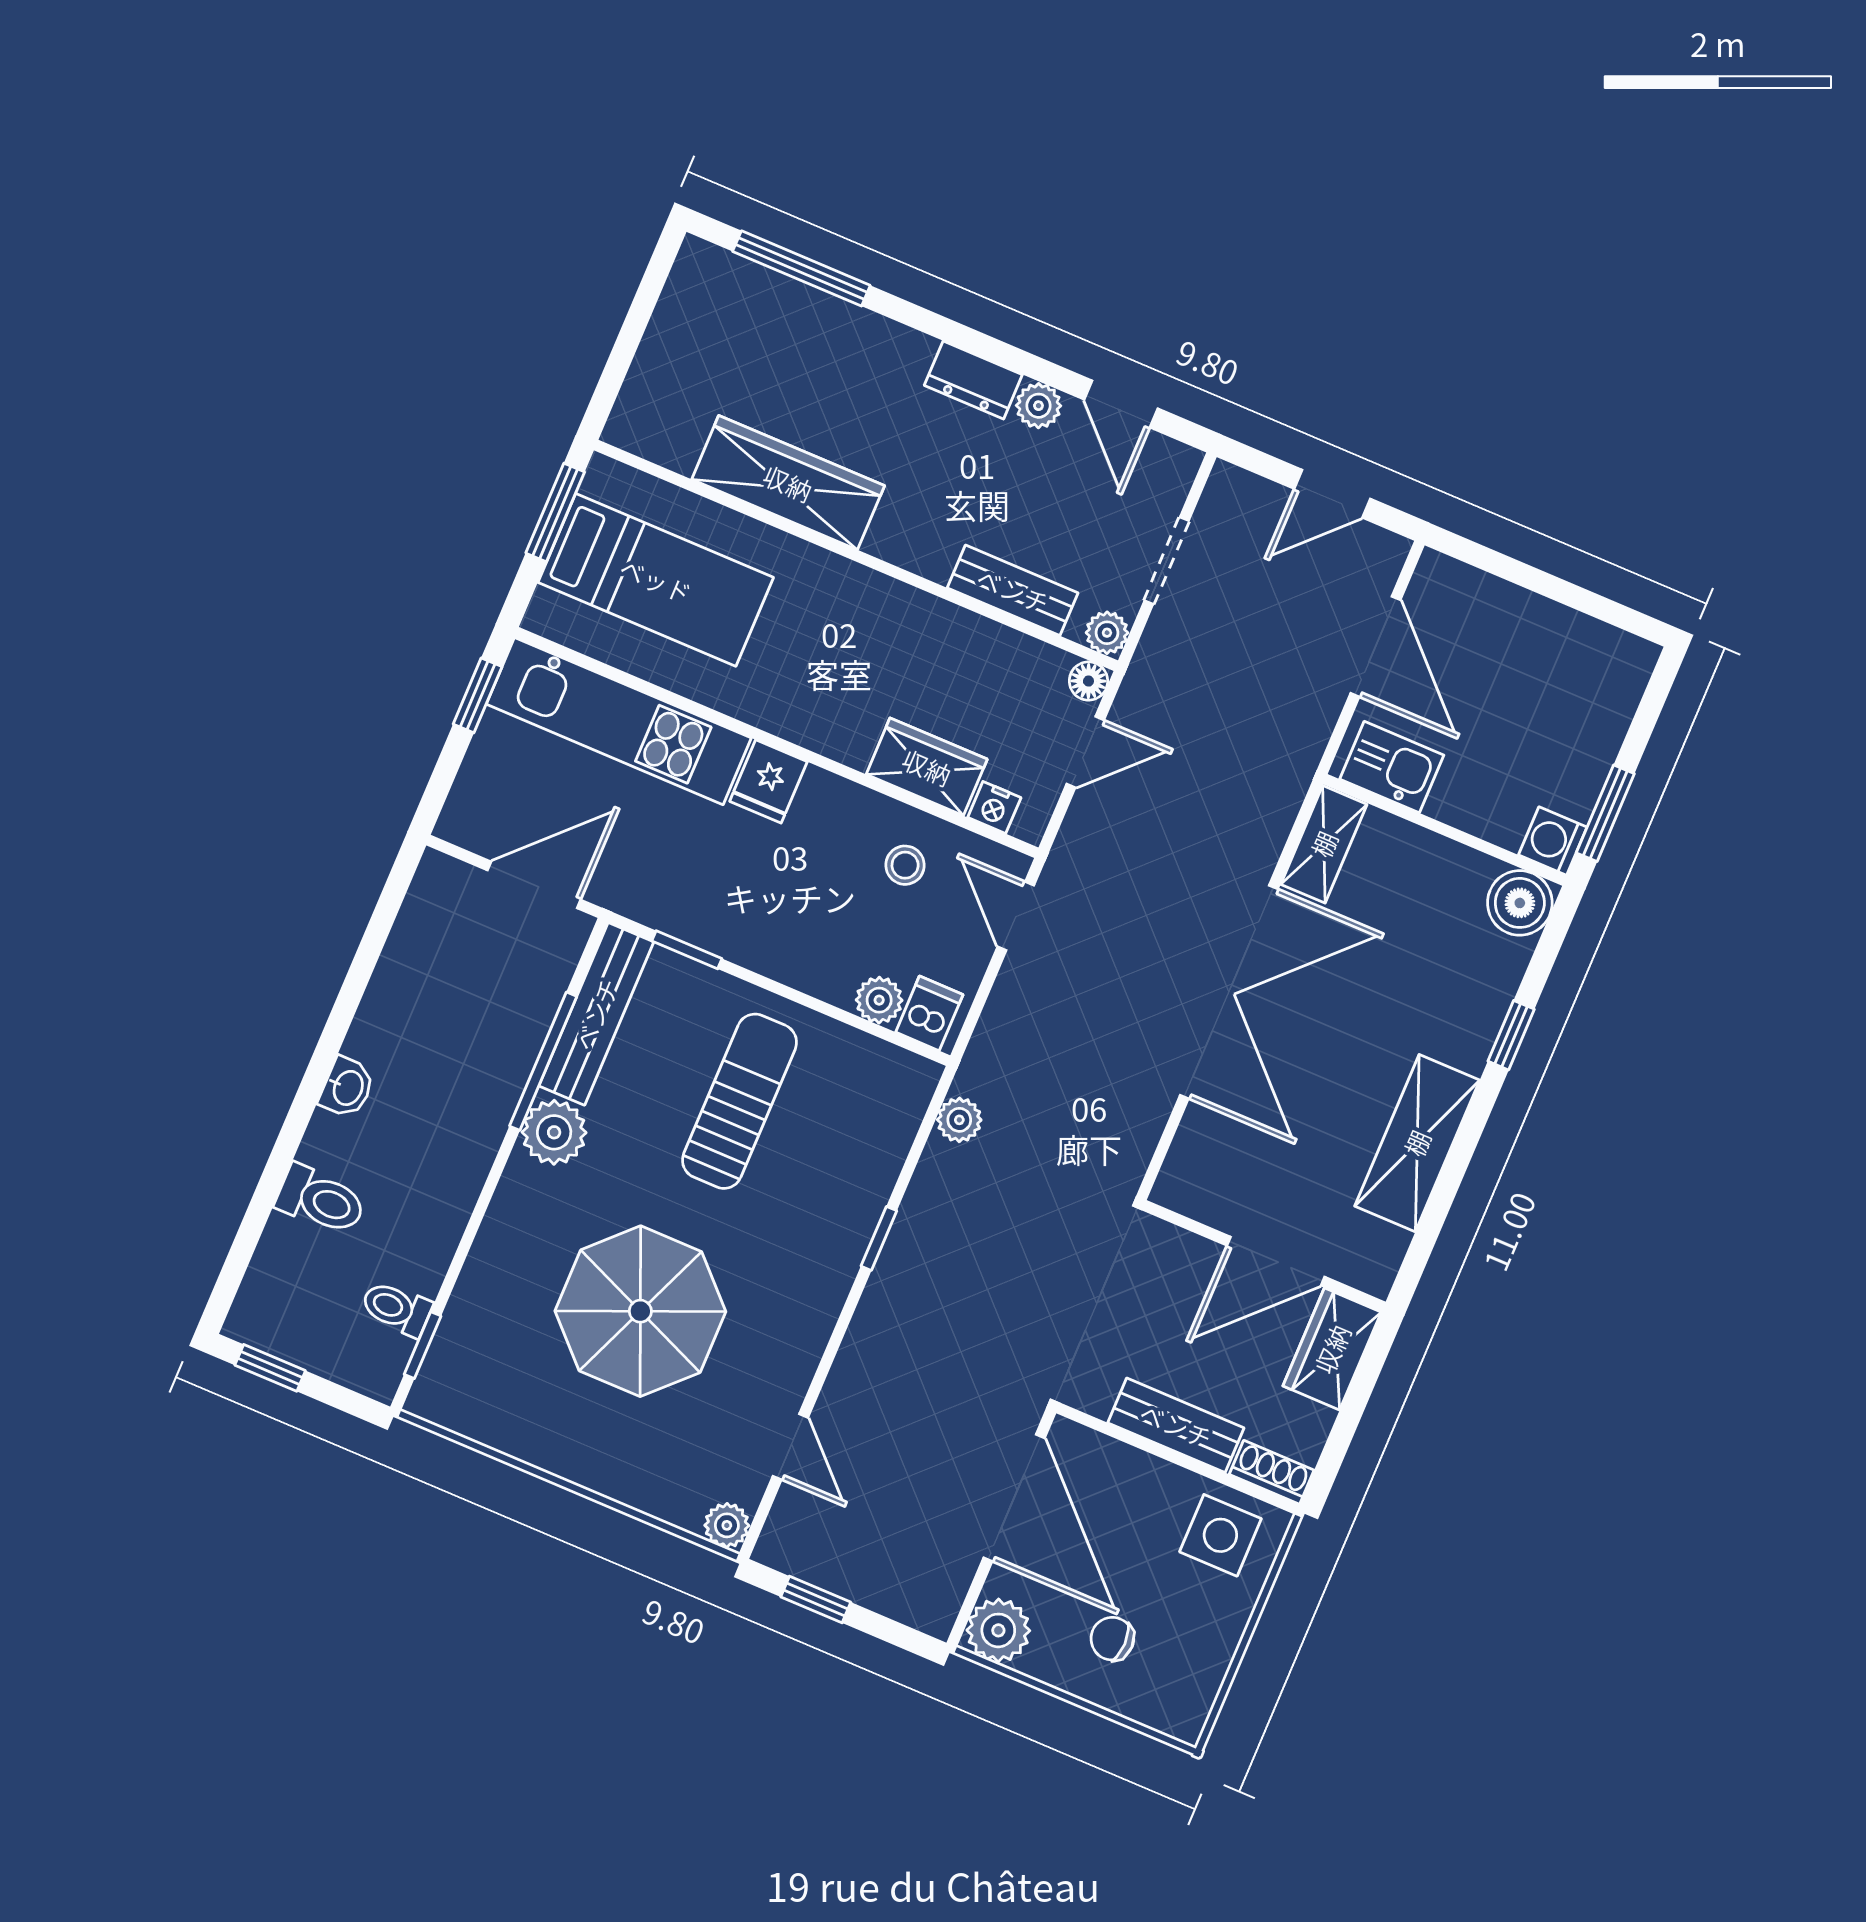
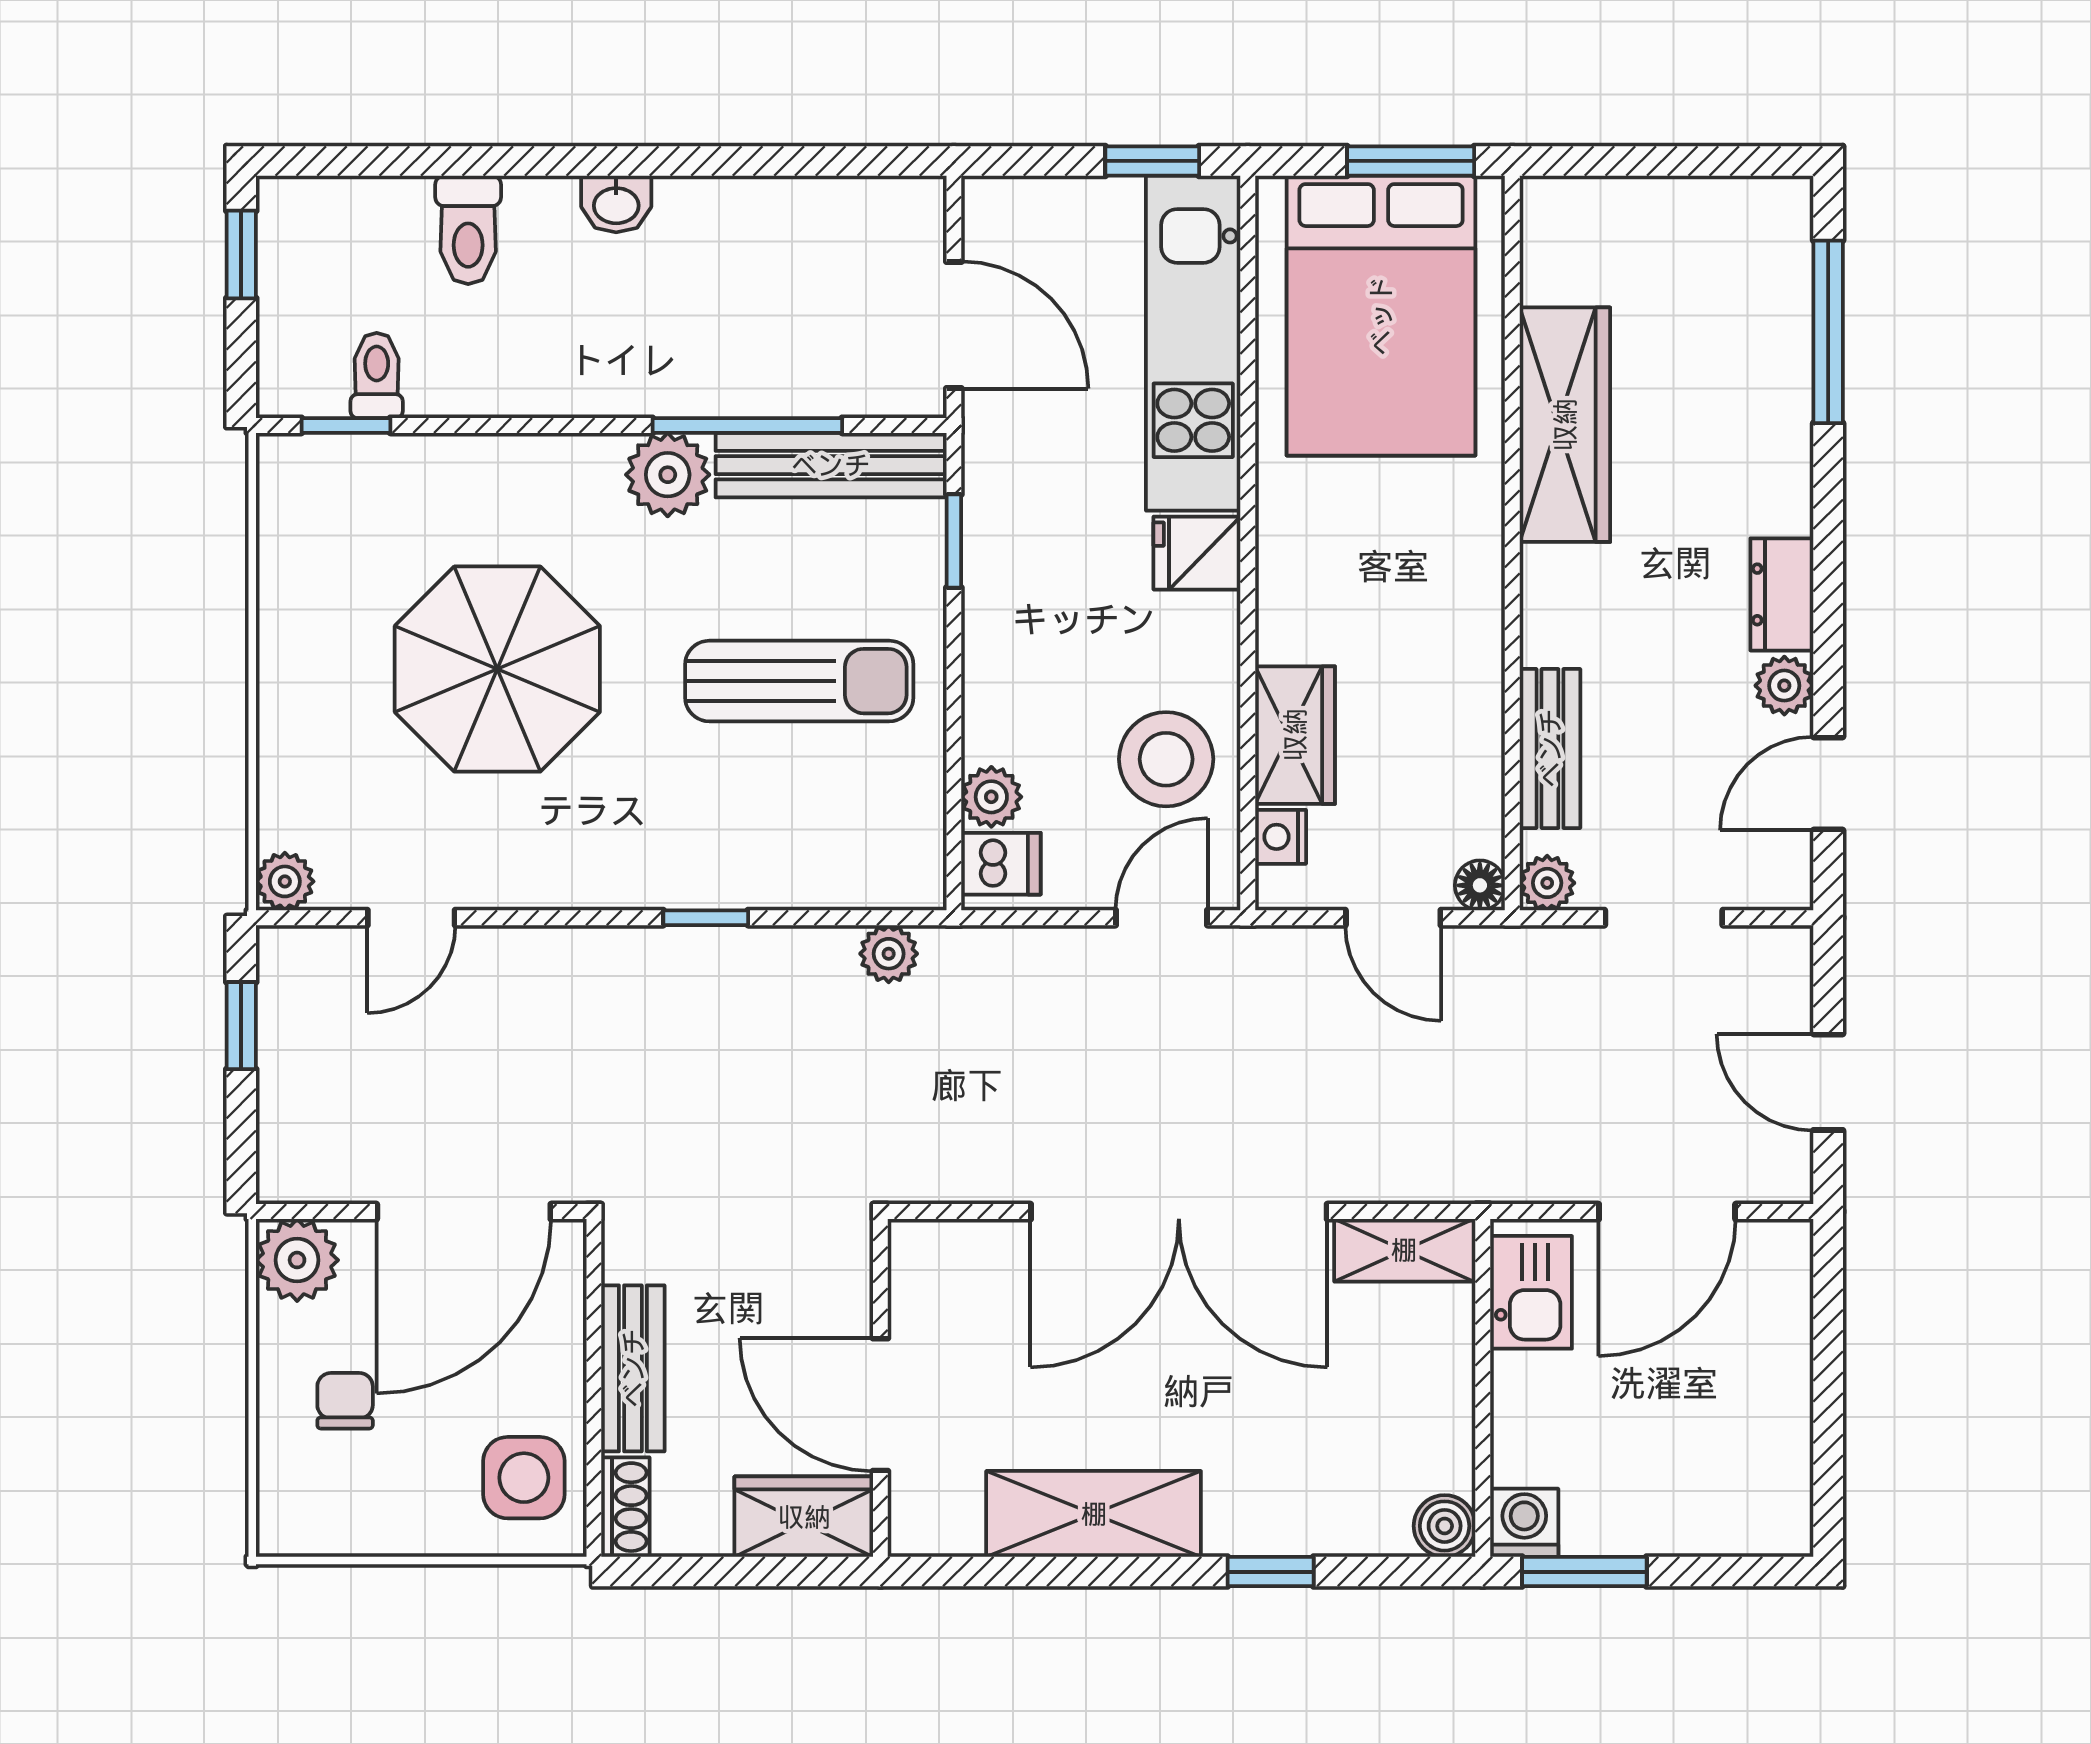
bed: (656, 580) -> (1381, 316), width x1.50
stool: (905, 865) -> (1166, 759), width x1.89, depth x1.89
boiler: (1520, 903) -> (1445, 1526), width x0.73, depth x0.73

